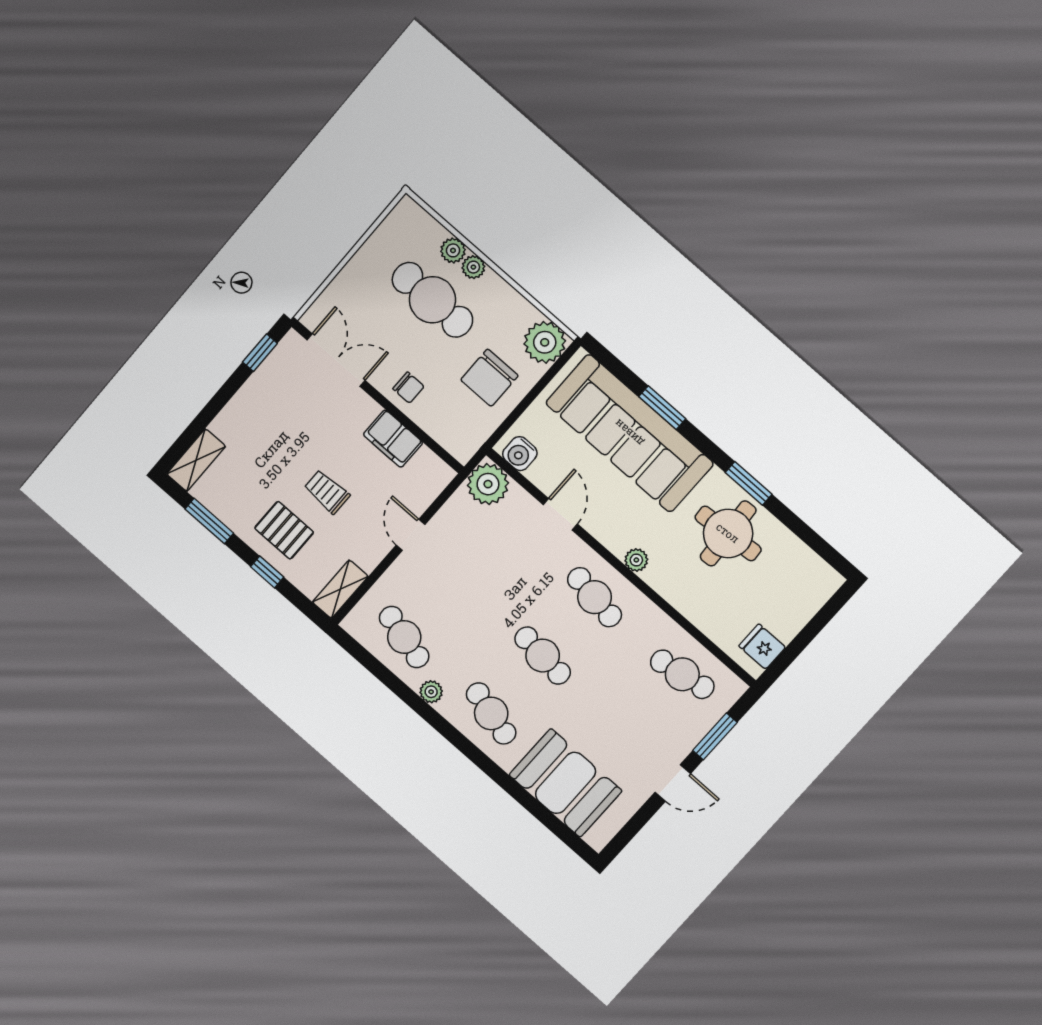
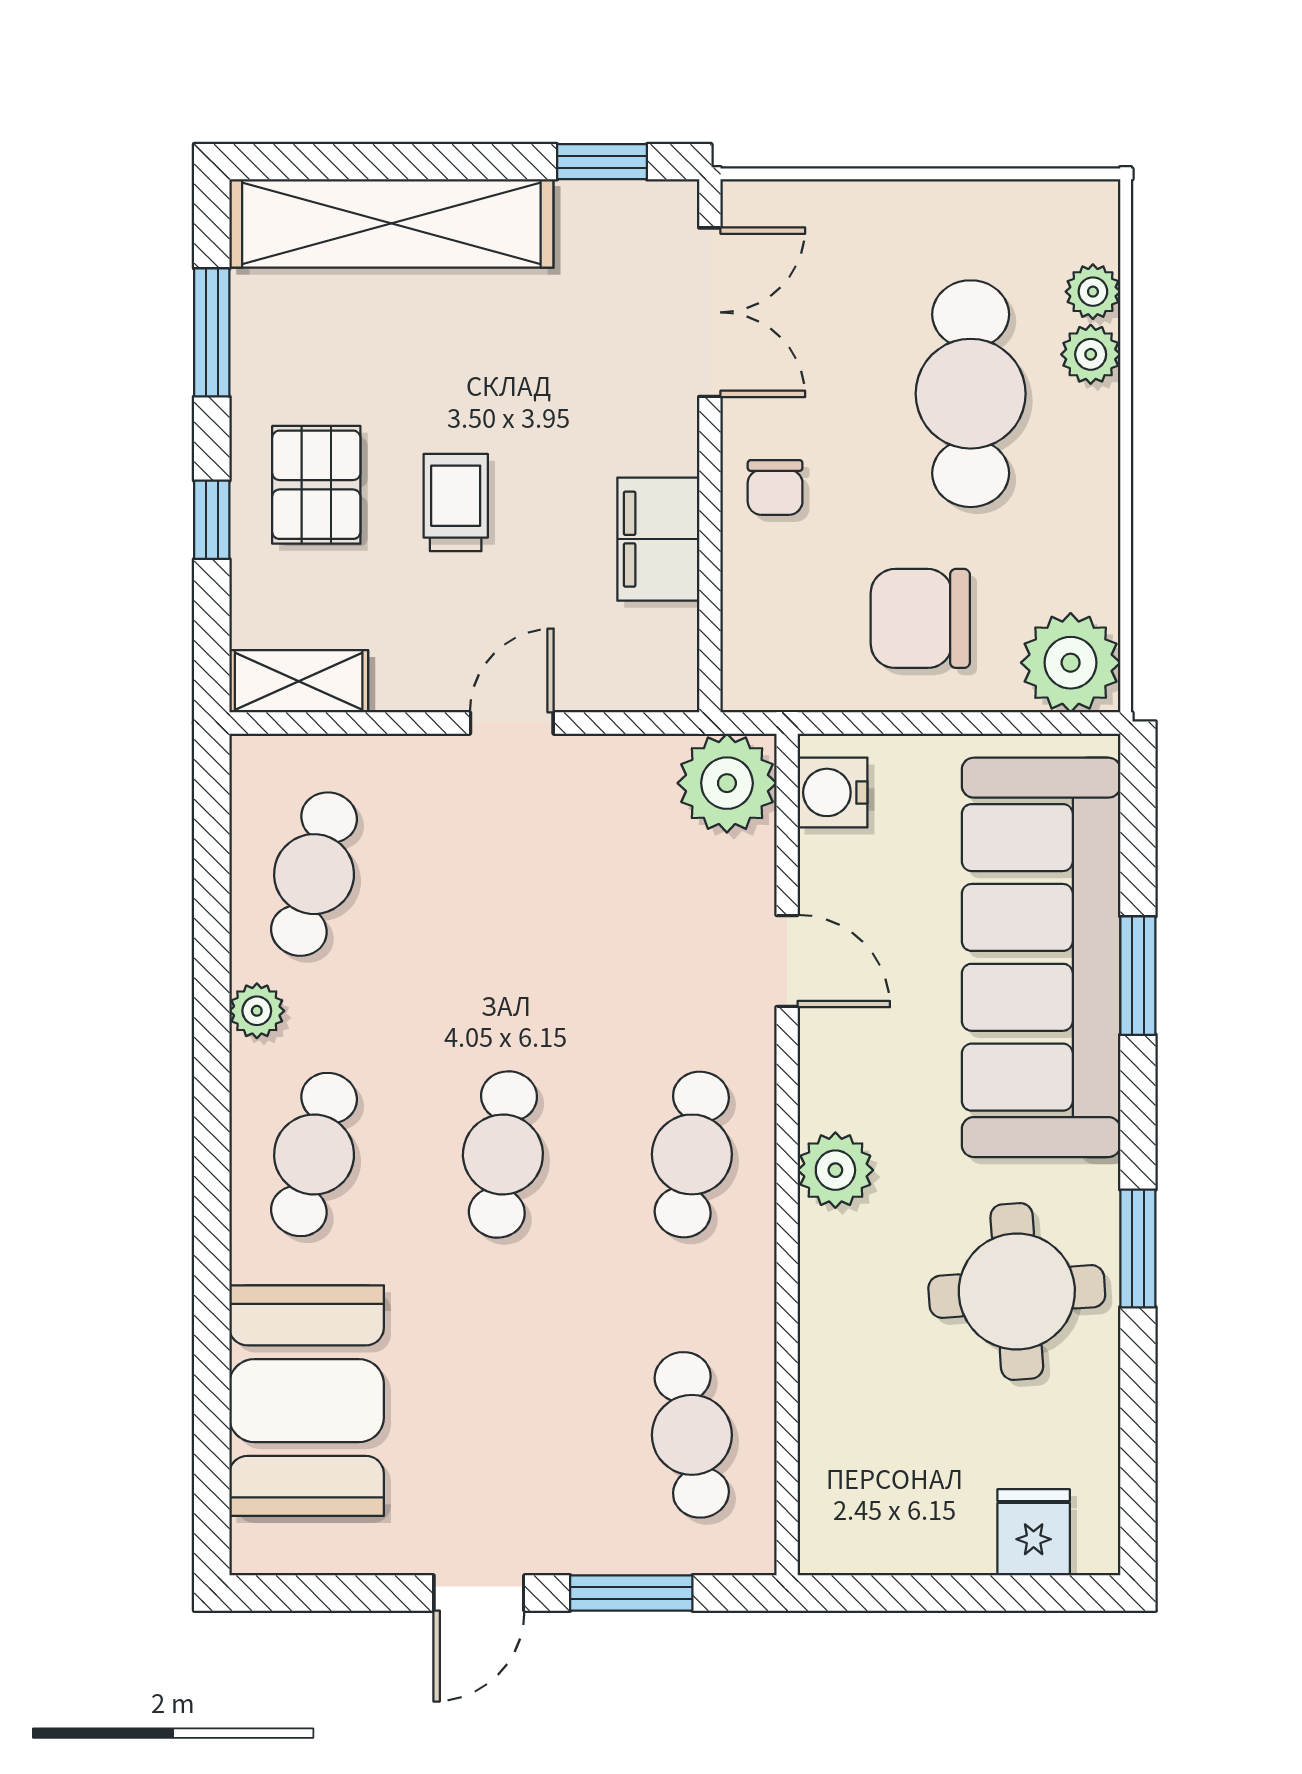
plant: (473, 267) -> (1093, 292), moved
shelving: (196, 460) -> (391, 223), width x2.20, depth x1.33
door: (560, 514) -> (787, 961), hinge flipped
plant: (636, 560) -> (835, 1170), width x1.38, depth x1.38
fridge: (762, 647) -> (1034, 1532), moved
door: (673, 783) -> (479, 1593), hinge flipped

